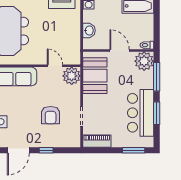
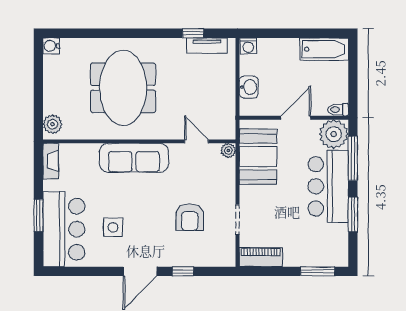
door: (120, 50) -> (296, 118), hinge flipped
plant: (72, 76) -> (228, 150), width x0.53, depth x0.53
bar counter: (141, 113) -> (328, 186), moved

